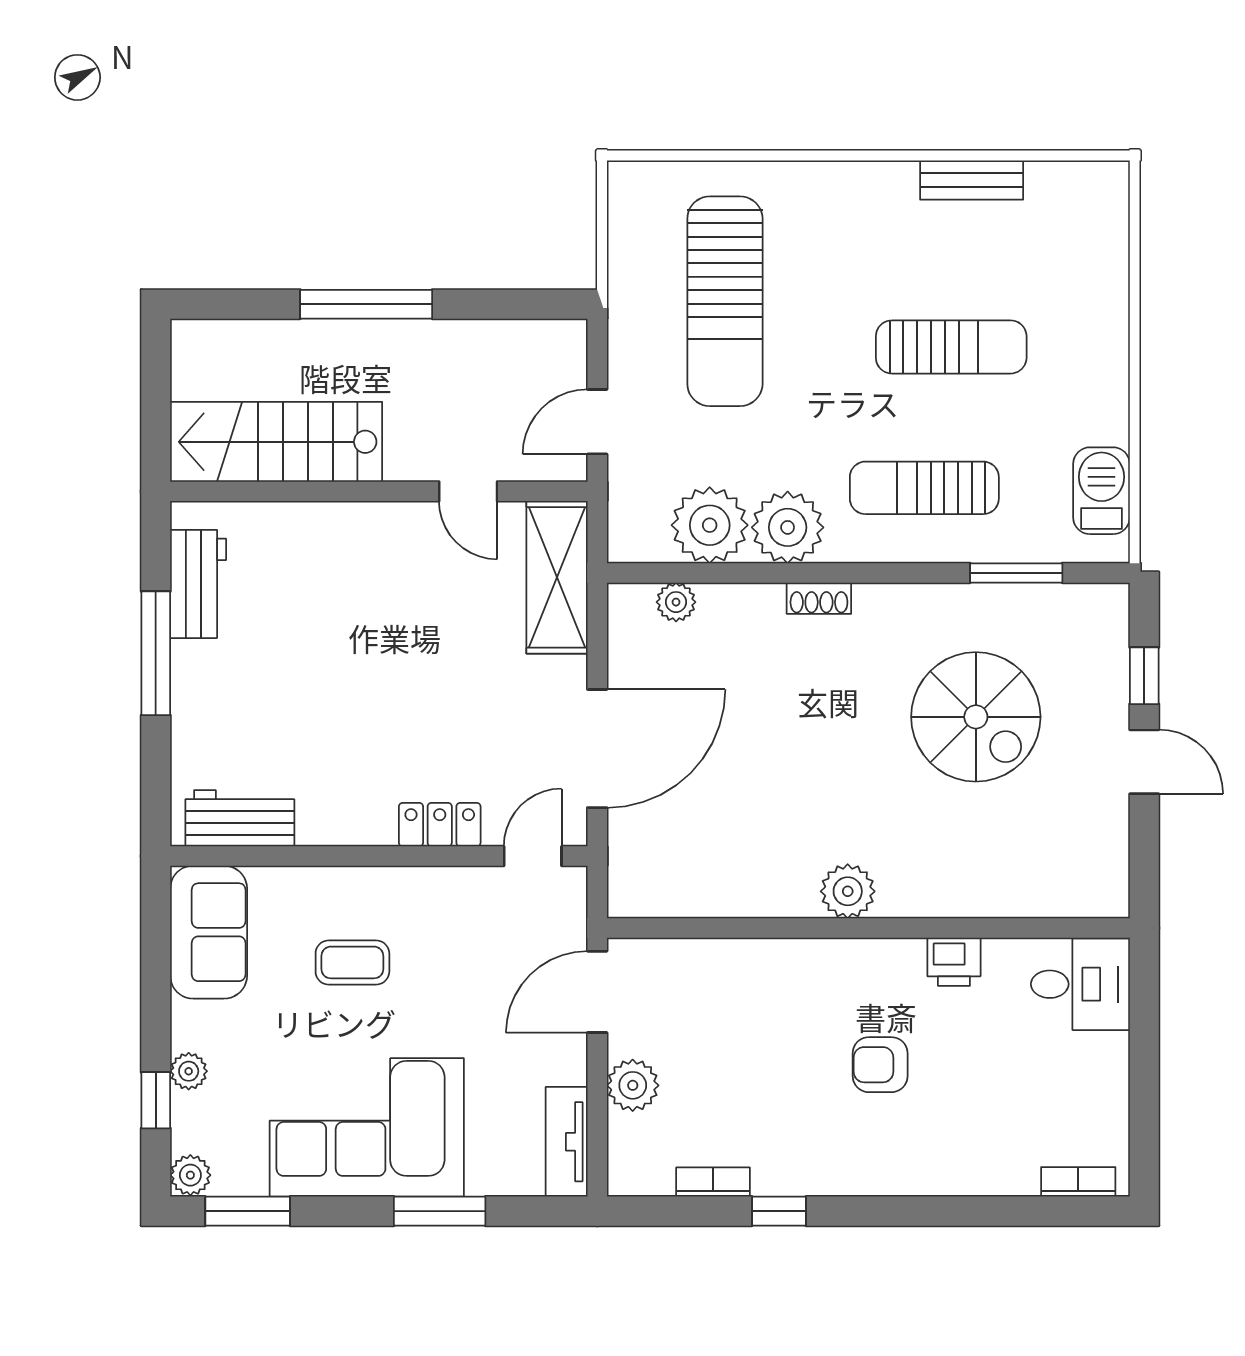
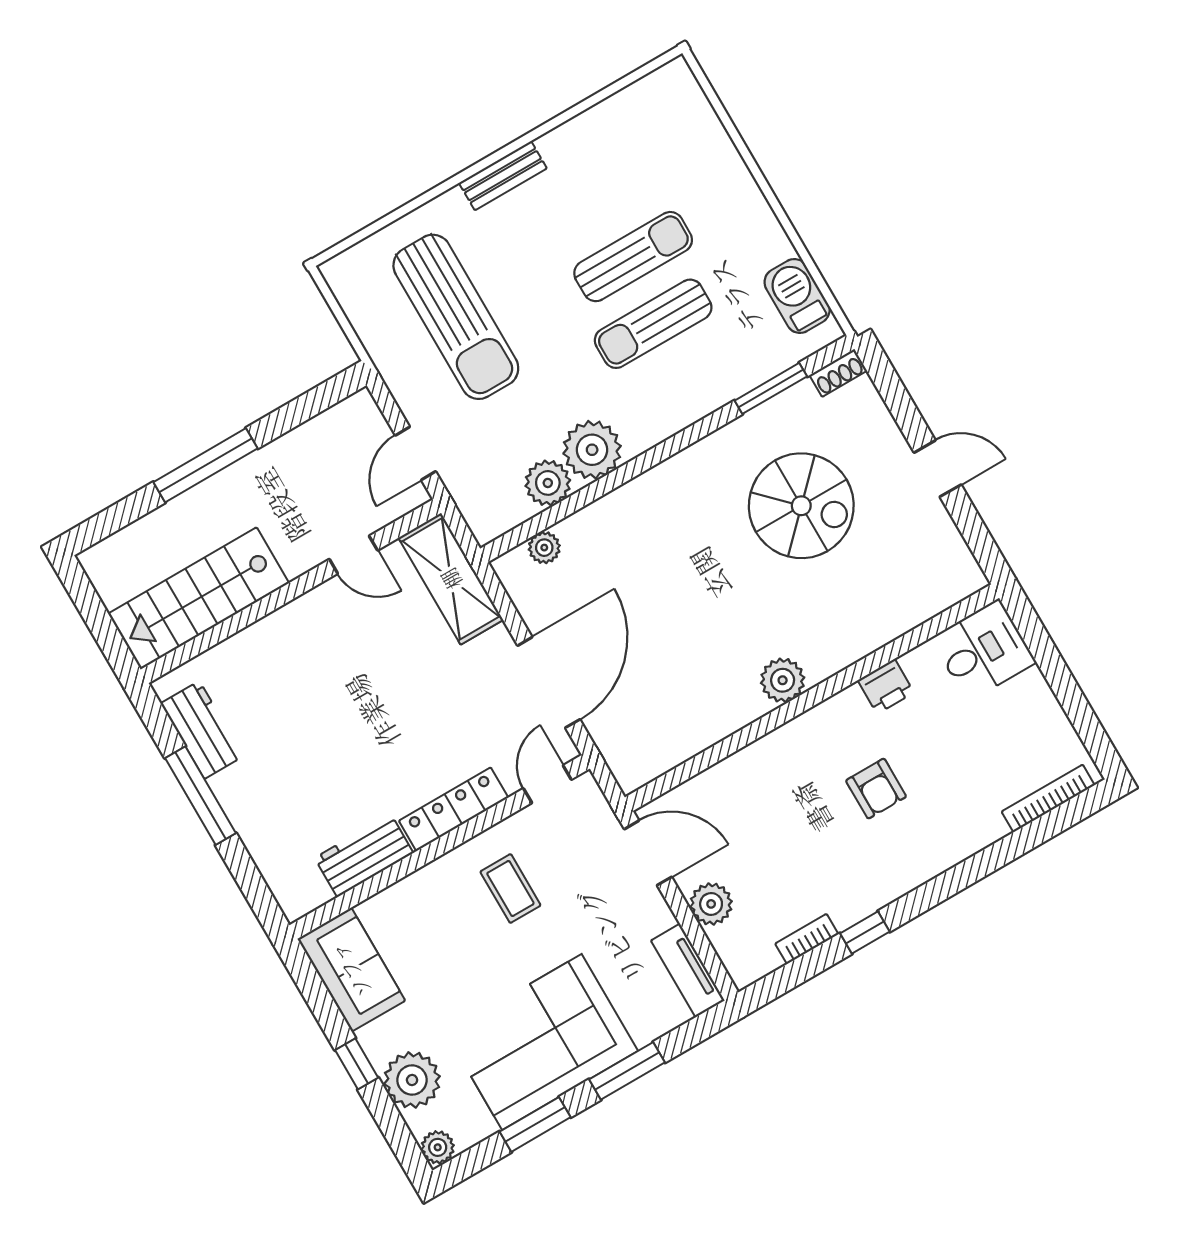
bench: (972, 180) -> (503, 176), moved
sun lounger: (924, 488) -> (653, 324), moved
plant: (710, 525) -> (548, 483), width x0.73, depth x0.73
shoe rack: (819, 598) -> (838, 373), moved
window: (1144, 676) -> (903, 408), removed
workbench: (240, 818) -> (364, 855), moved
locker: (440, 825) -> (454, 809), width x1.53
coffee table: (352, 962) -> (510, 888), moved, turned 90
door: (597, 992) -> (648, 853), swing flipped
armchair: (880, 1065) -> (876, 789), turned -90
plant: (189, 1071) -> (412, 1080), width x1.88, depth x1.88
window: (156, 1100) -> (357, 1064), moved
bookcase: (1078, 1182) -> (1048, 798), width x1.56
window: (248, 1211) -> (535, 1124), moved

